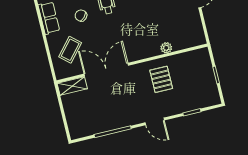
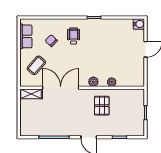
plant: (144, 53) -> (93, 82), added

